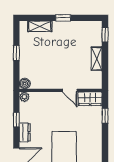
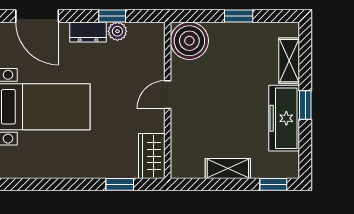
freezer: (70, 29) -> (284, 118), added
boiler: (25, 84) -> (189, 41), width x1.86, depth x1.86
door: (70, 90) -> (168, 95), moved
plant: (24, 97) -> (117, 31), moved

